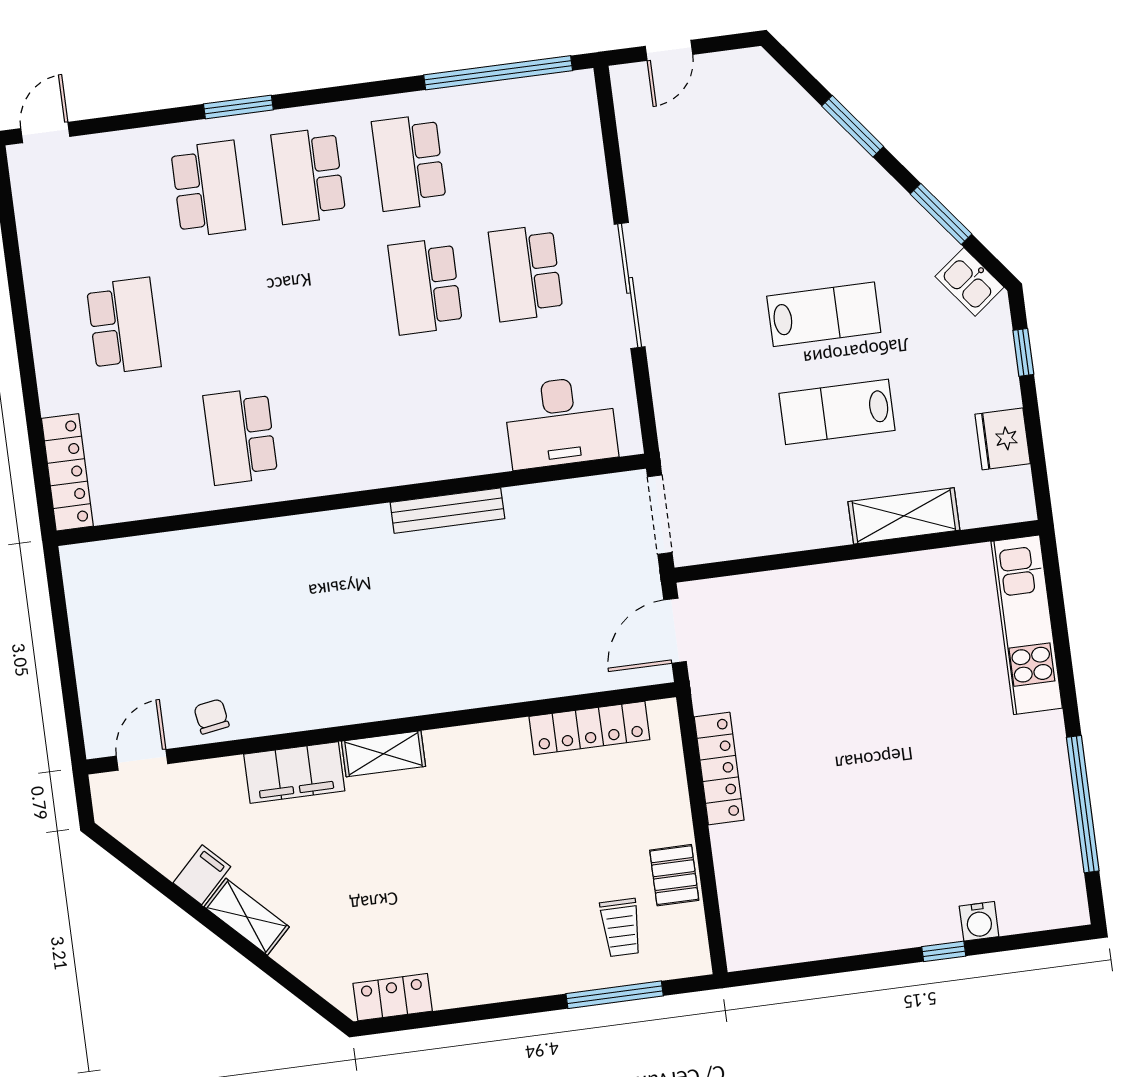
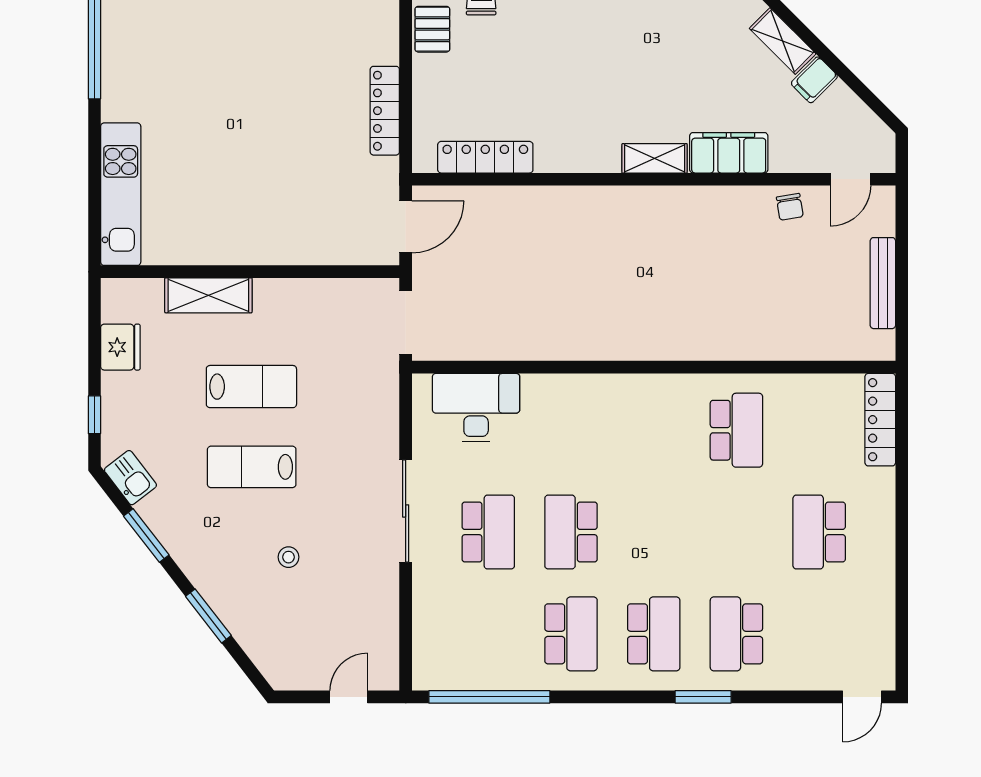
stool: (765, 211) -> (288, 557), added
school desk: (425, 286) -> (571, 532), turned 180
bench: (447, 511) -> (883, 283), moved, turned 90

